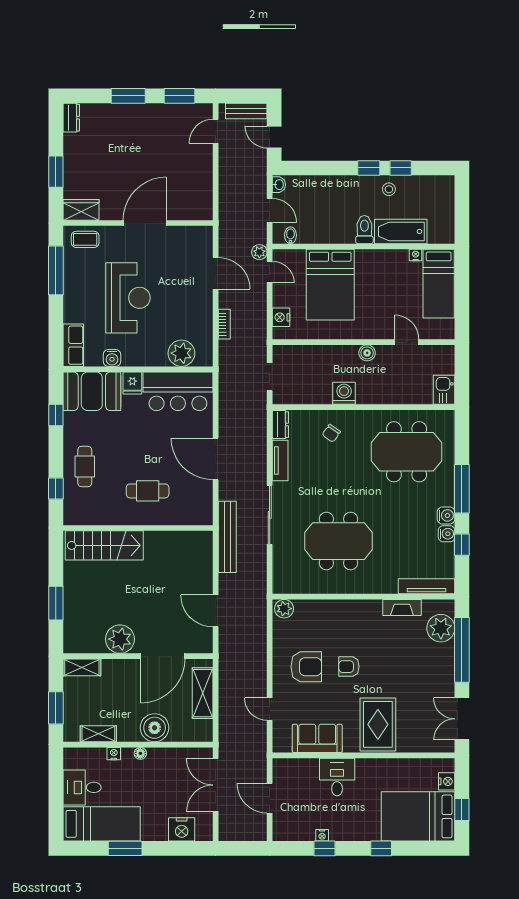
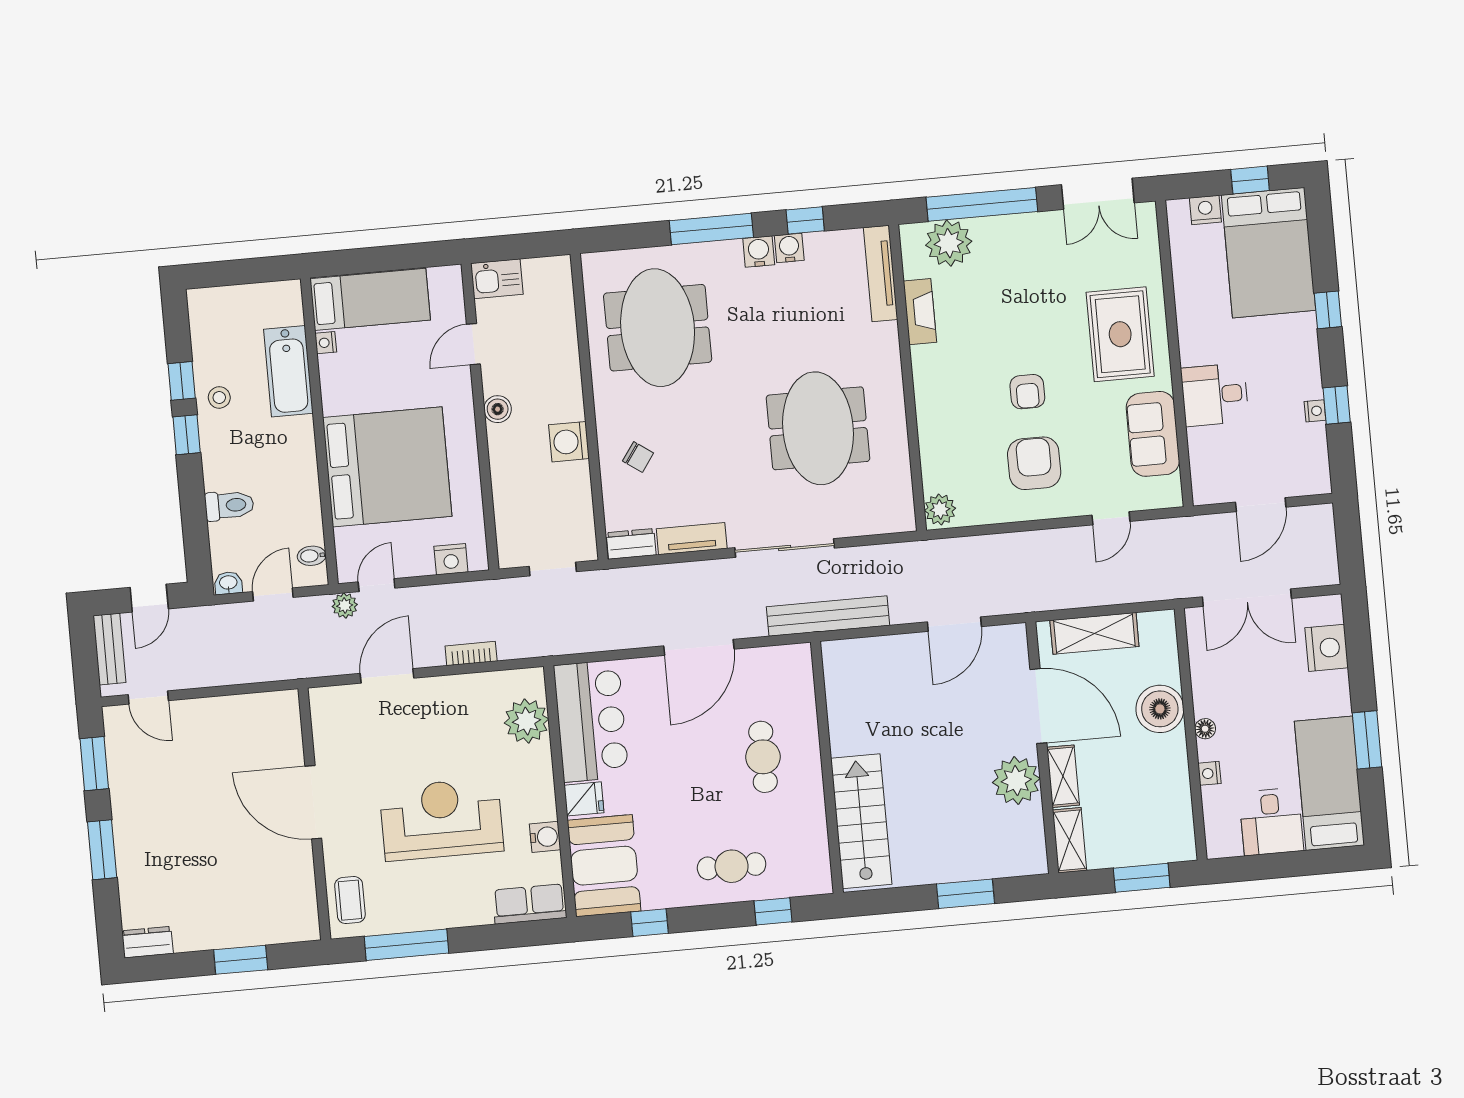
wardrobe: (81, 210) -> (301, 912), removed
toilet: (364, 230) -> (229, 505), moved, turned 180
bed: (330, 285) -> (387, 467), width x1.36
kitchen sink: (444, 390) -> (497, 279), moved
rug: (378, 724) -> (1120, 334), turned 90
shelving: (98, 734) -> (1063, 776), moved

